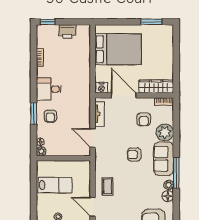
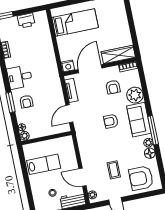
bed: (118, 49) -> (75, 22), width x0.67
door: (124, 95) -> (90, 69), hinge flipped
door: (93, 138) -> (69, 114), hinge flipped
coffee table: (108, 186) -> (114, 170), moved

